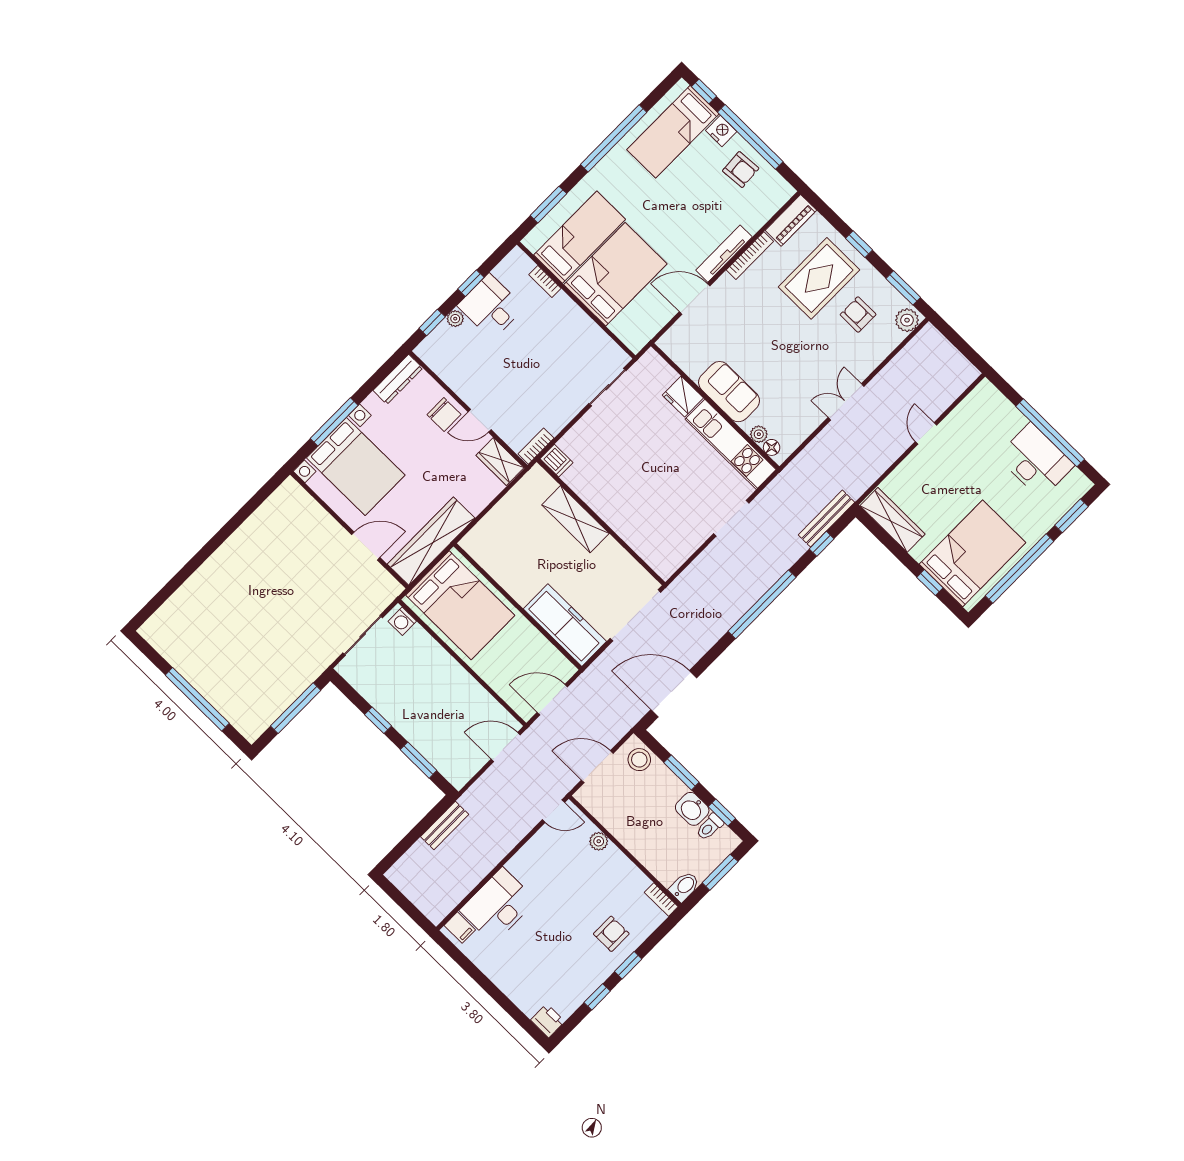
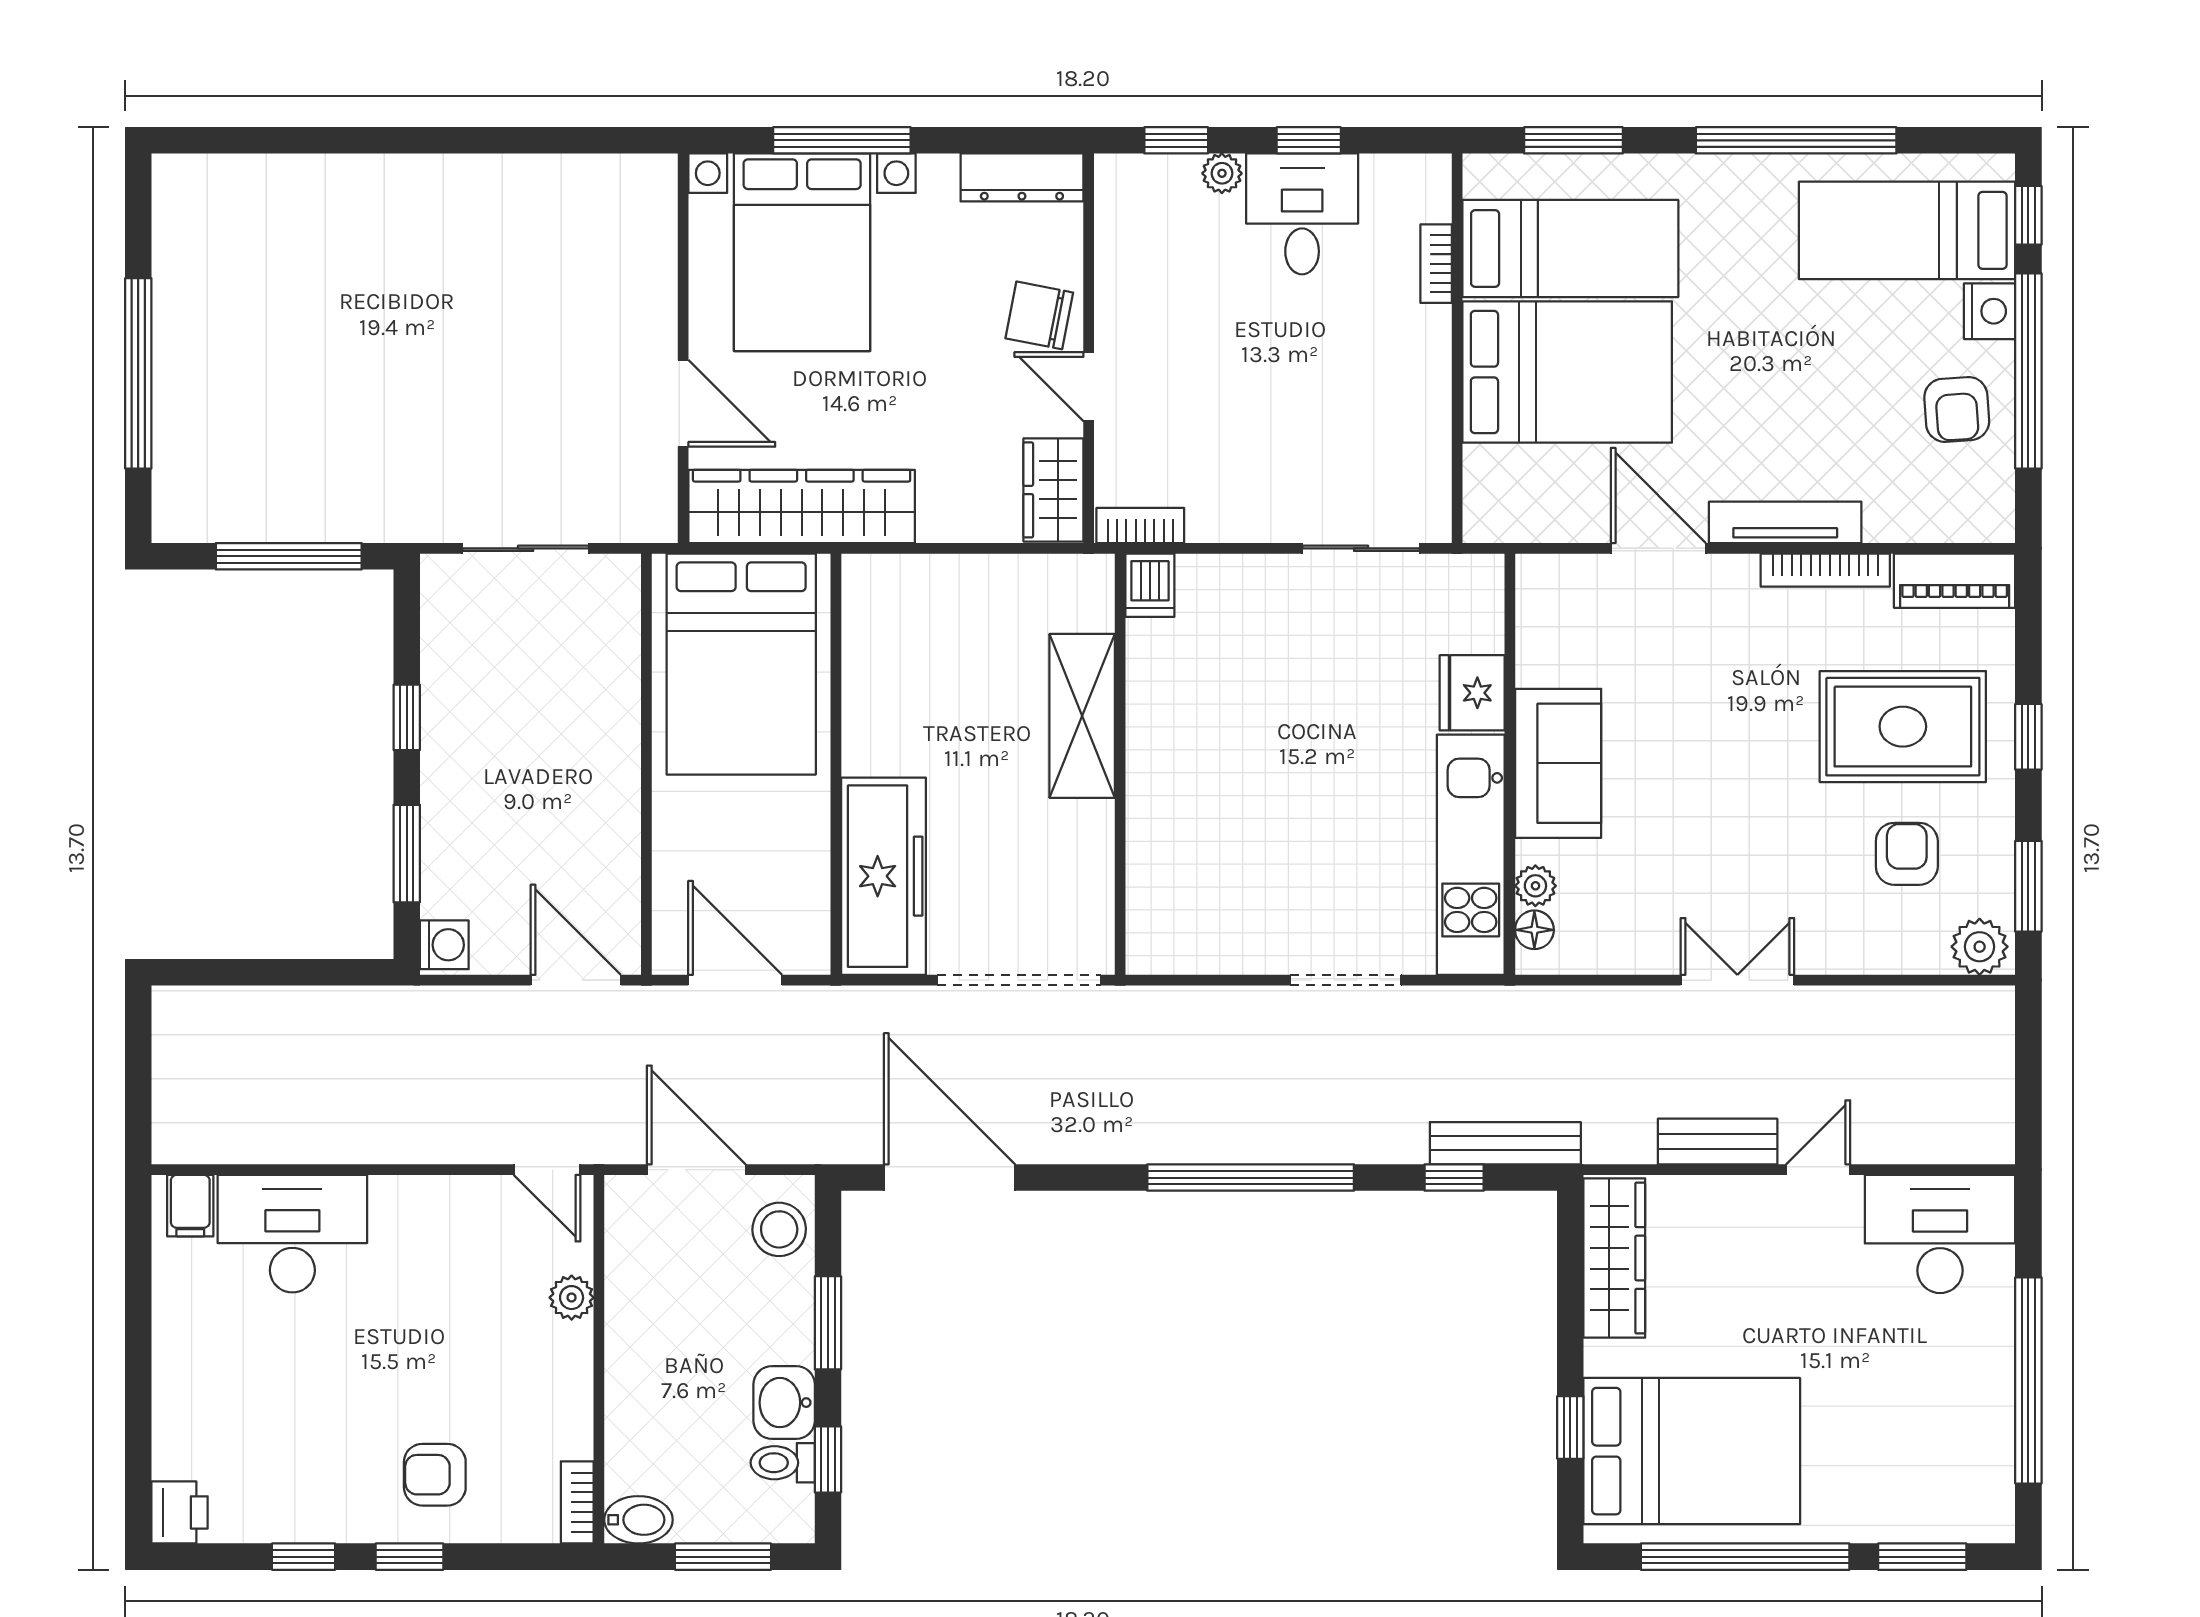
chair: (444, 415) -> (1039, 315), turned 101
desk: (1036, 461) -> (1940, 1234), moved, turned -90
washing machine: (402, 621) -> (444, 945), moved, turned 180
bench: (445, 826) -> (1718, 1142), moved
armchair: (611, 934) -> (435, 1475), turned 180

